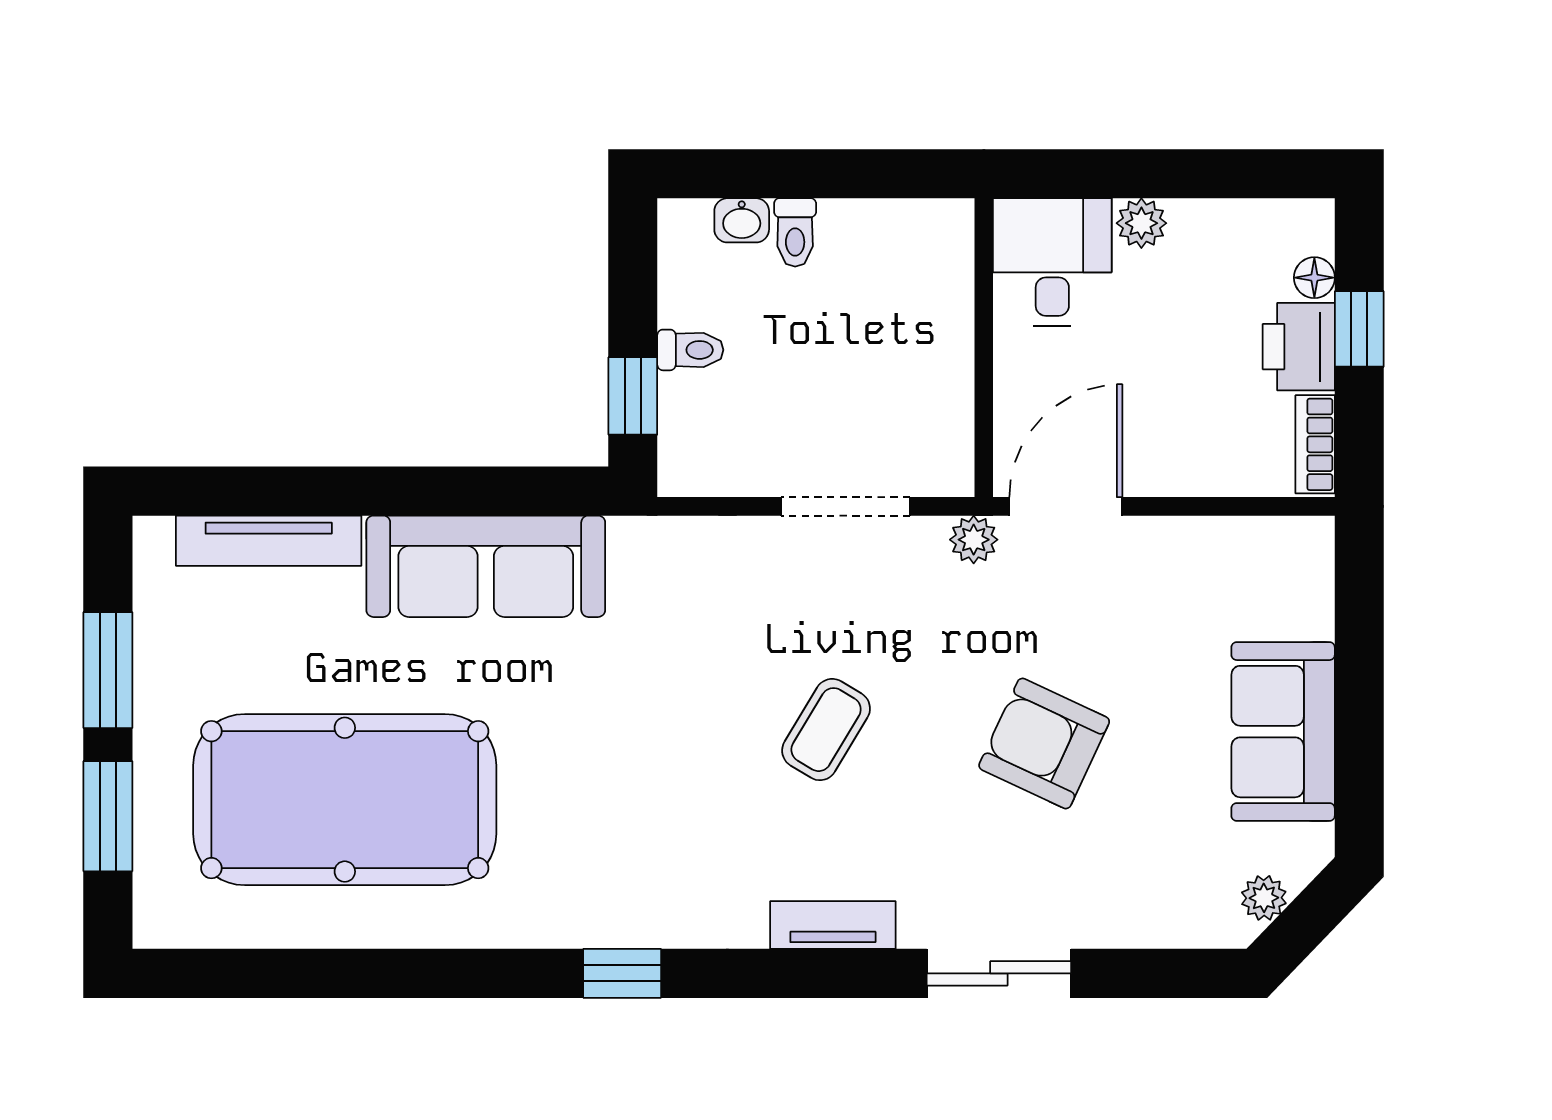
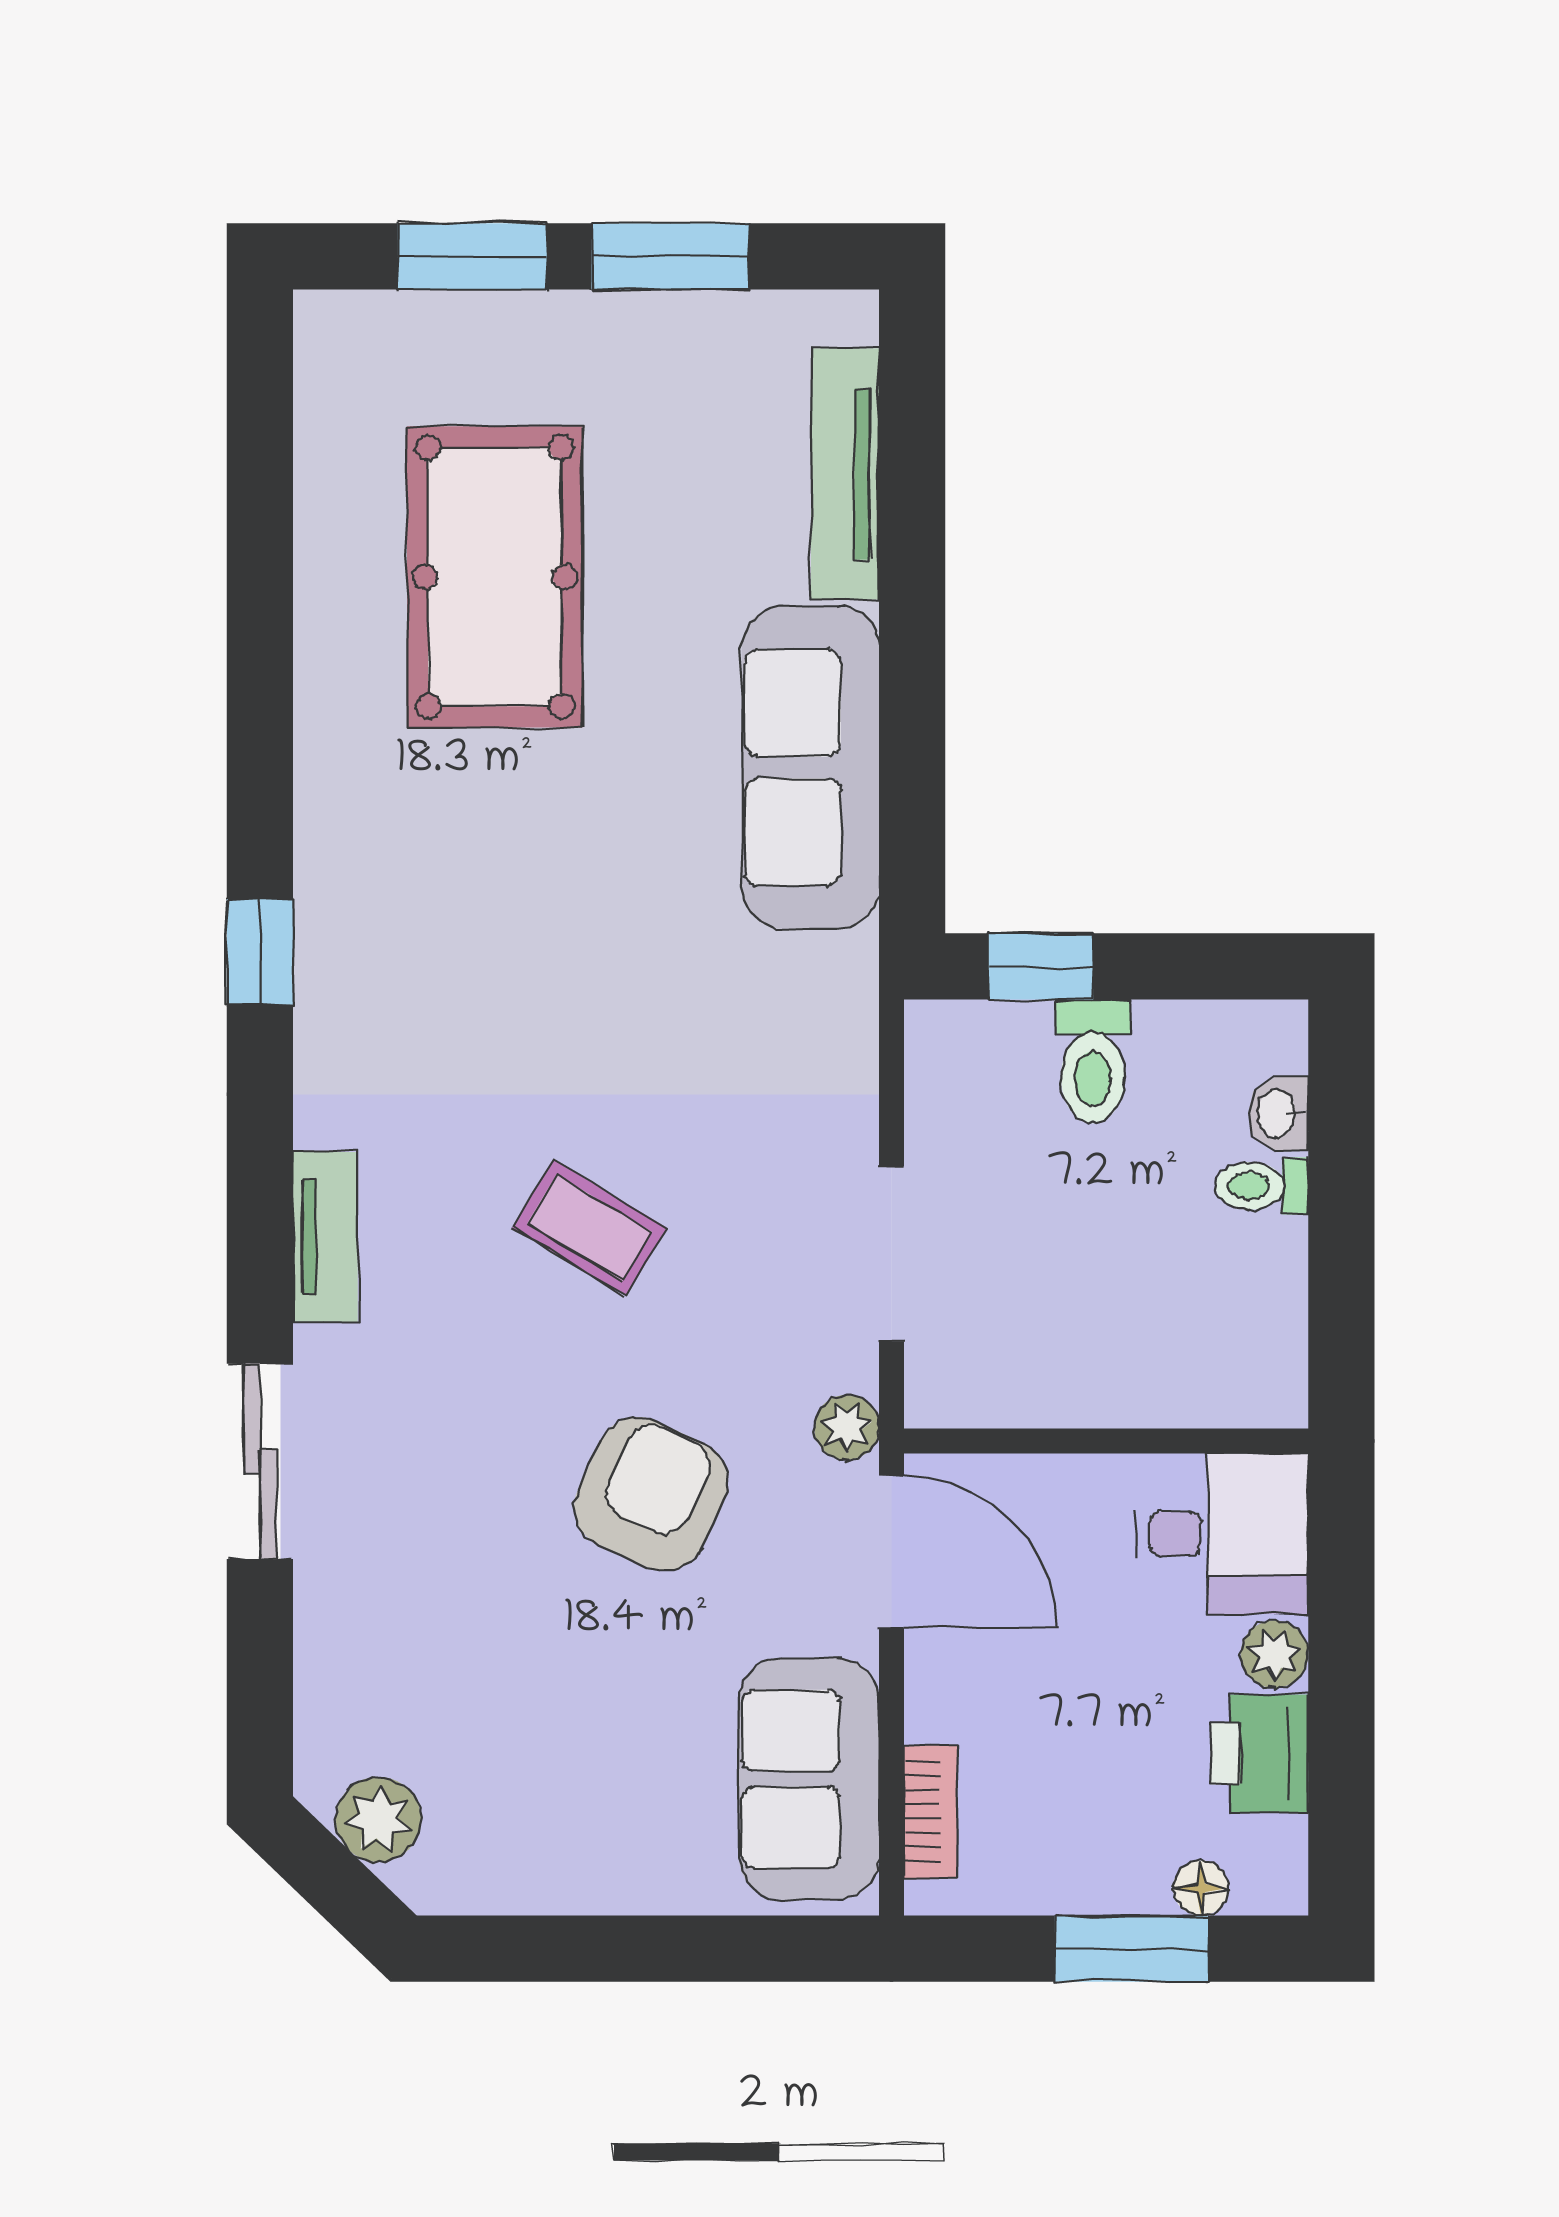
window: (1359, 329) -> (1131, 1949), width x1.50
printer: (1299, 347) -> (1259, 1754), moved, turned -90
toilet: (690, 350) -> (1093, 1061), width x1.37, depth x1.39
bookcase: (1315, 444) -> (930, 1812), moved, turned 90
sofa: (1283, 732) -> (809, 1779), moved, turned -90
armchair: (1044, 744) -> (651, 1494), moved
pool table: (345, 800) -> (495, 577), width x0.73, depth x0.76
plant: (1264, 898) -> (378, 1819), width x1.38, depth x1.38

